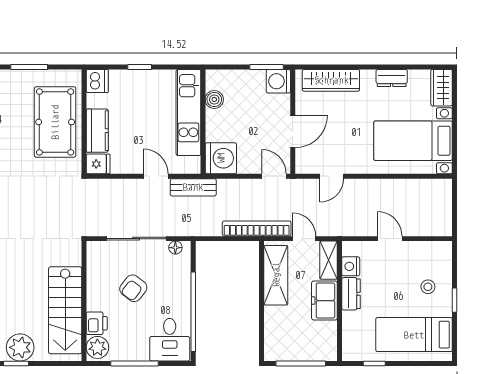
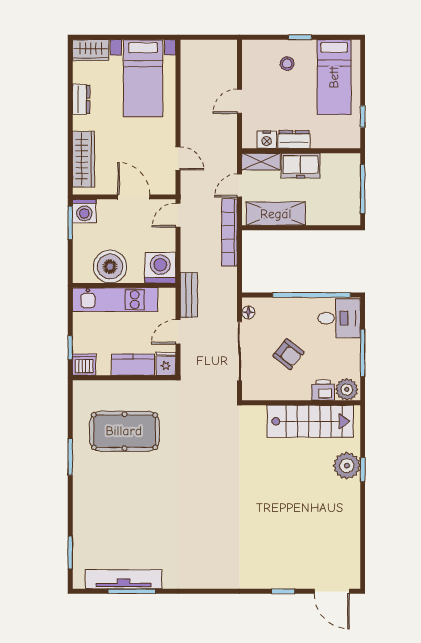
dishwasher: (97, 81) -> (84, 365), moved
boiler: (214, 99) -> (110, 267), width x1.86, depth x1.86
wall: (84, 122) -> (124, 378), moved
kitchen counter: (97, 131) -> (133, 365), moved
fridge: (98, 164) -> (166, 364), moved

